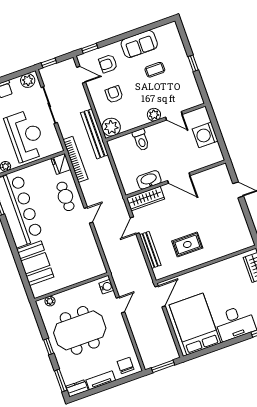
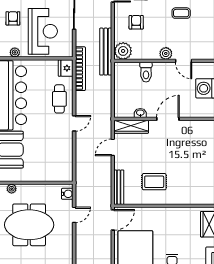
door: (179, 178) -> (168, 119), swing flipped
washbasin: (149, 180) -> (140, 113), width x0.52, depth x0.69
bench: (150, 250) -> (119, 187), moved

